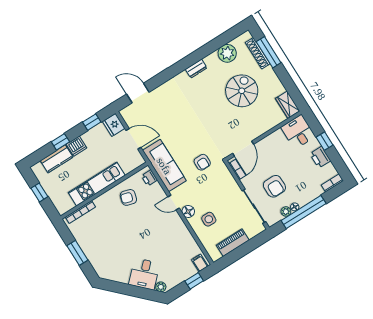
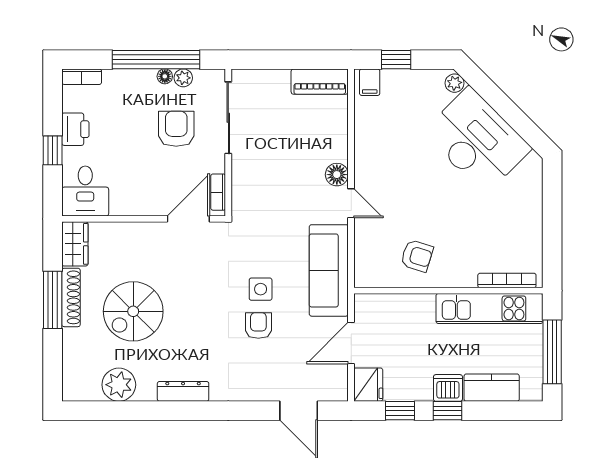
window: (269, 52) -> (53, 300), moved
shoe rack: (258, 53) -> (71, 297), moved
dresser: (196, 69) -> (183, 391), width x1.44
door: (133, 139) -> (351, 343), hinge flipped
window: (60, 142) -> (447, 411), moved
armchair: (202, 162) -> (258, 326), moved
printer: (149, 178) -> (365, 266), removed
kitchen unit: (97, 184) -> (489, 308), moved
window: (39, 192) -> (552, 352), width x2.17
side table: (209, 219) -> (261, 289), moved
piano: (233, 243) -> (320, 82), moved
window: (77, 253) -> (552, 219), removed
desk: (144, 274) -> (477, 140), width x1.87, depth x1.30

